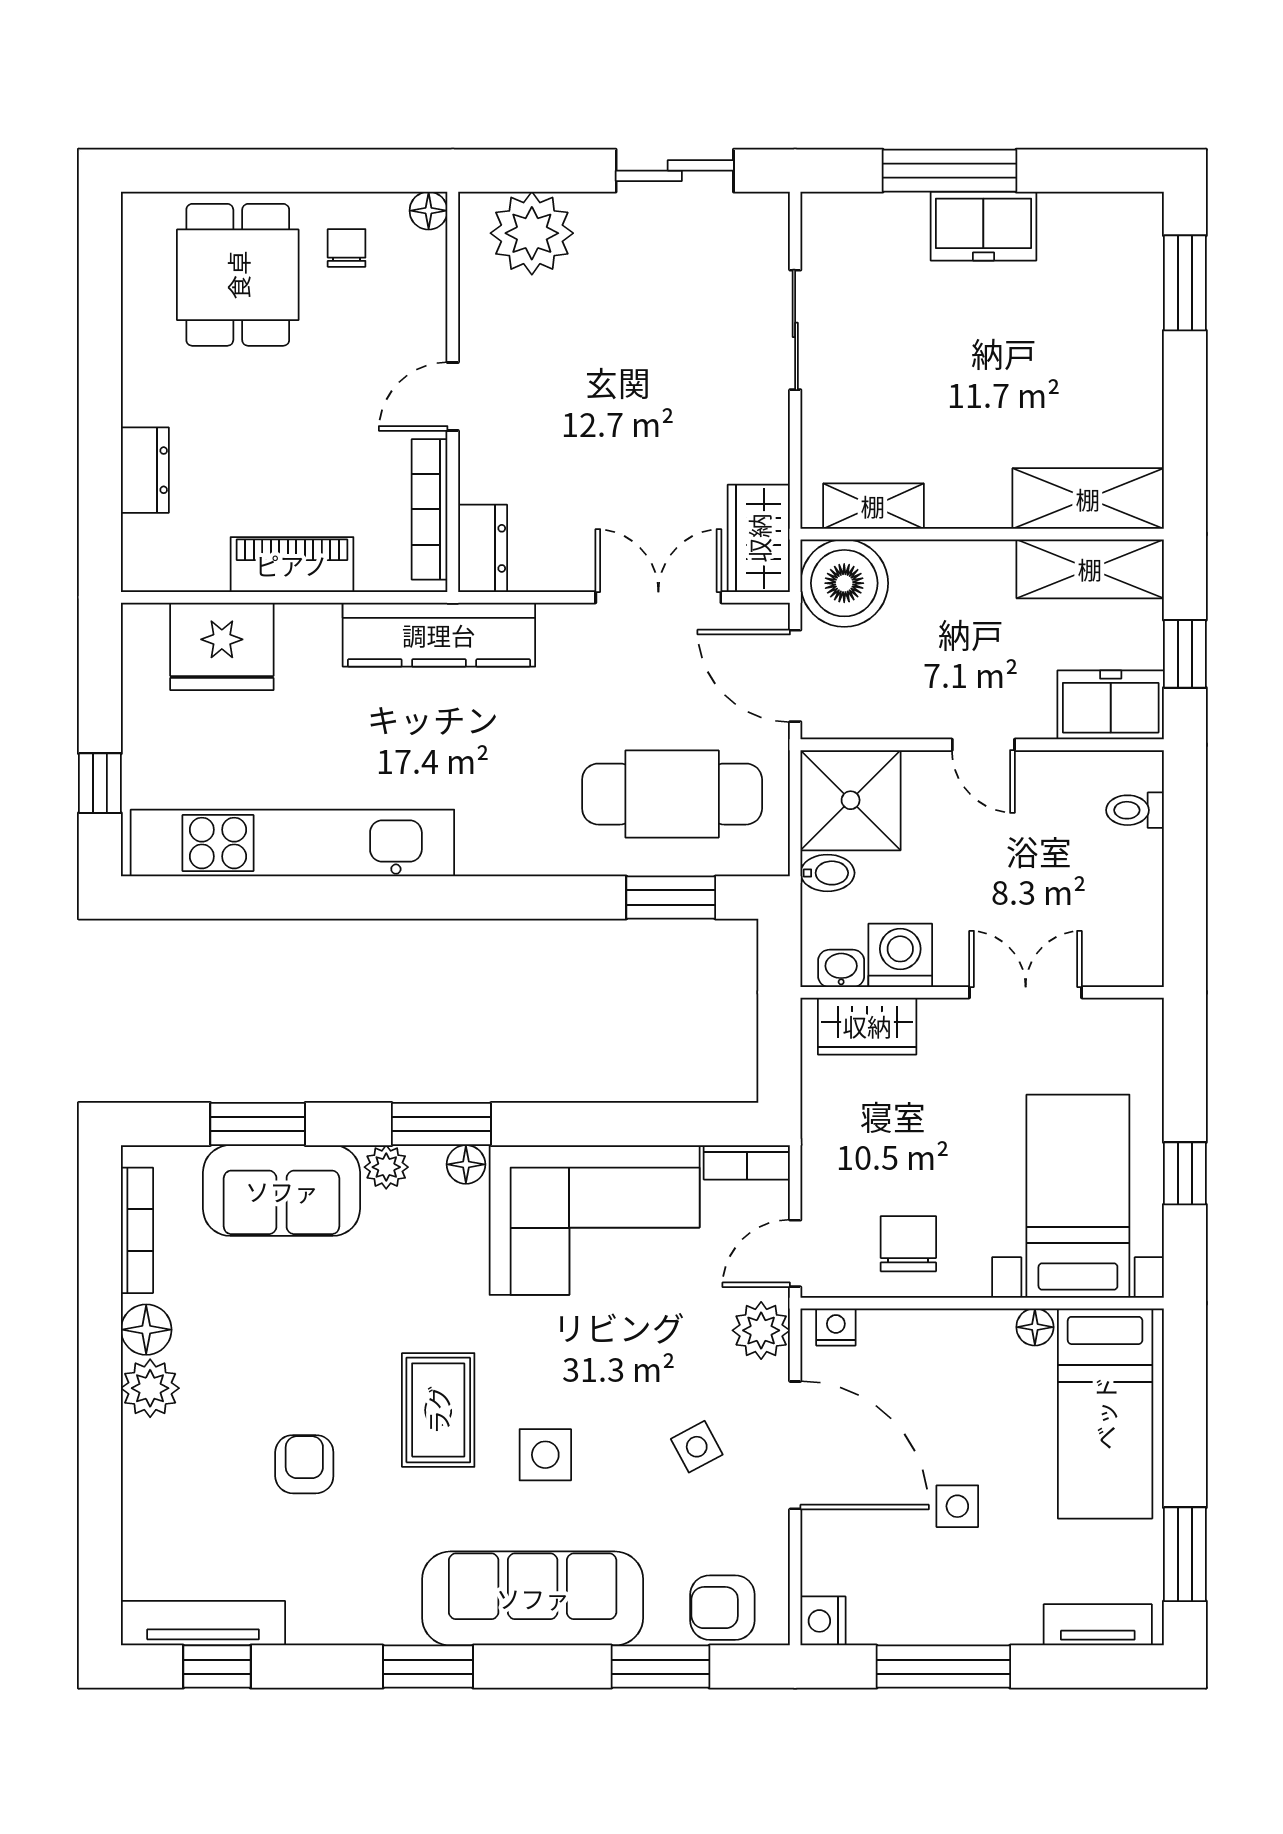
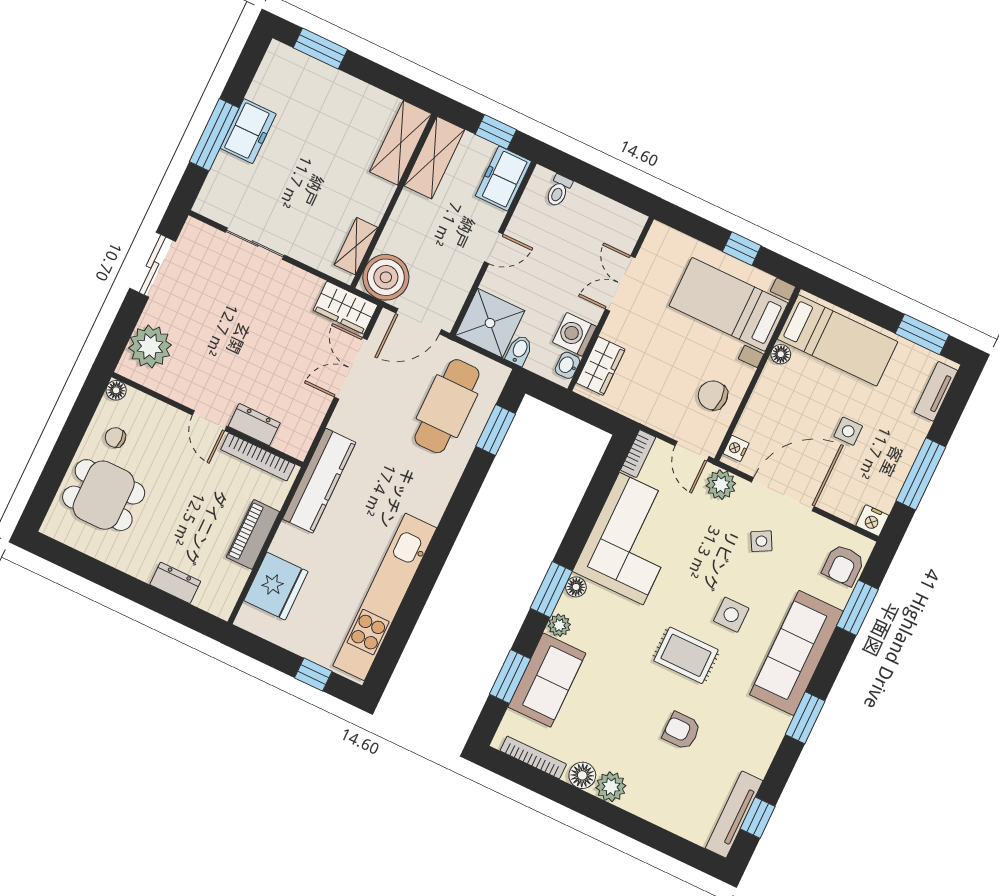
dresser: (483, 548) -> (254, 425), moved

